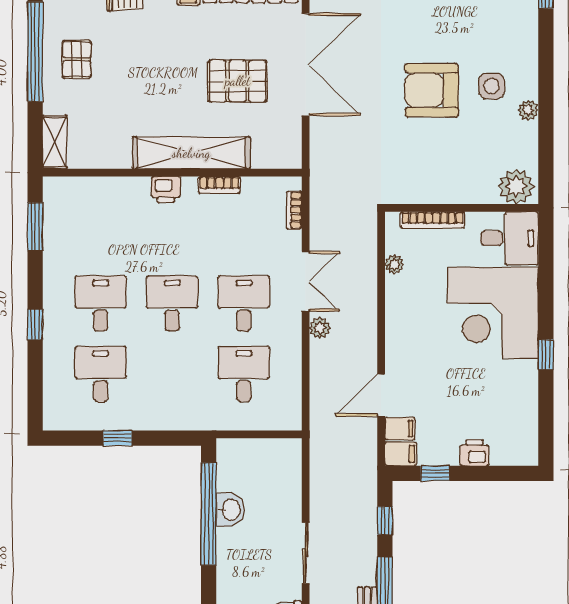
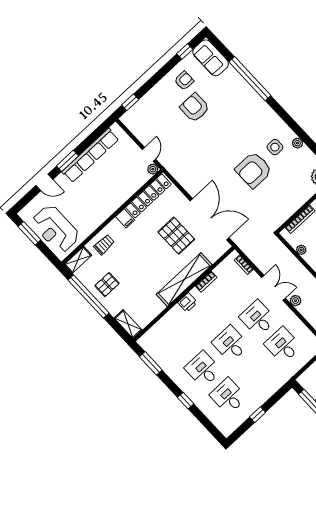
pallet: (77, 59) -> (107, 285), turned 90
double door: (306, 65) -> (210, 219), moved
pallet: (238, 81) -> (176, 236), turned 90

